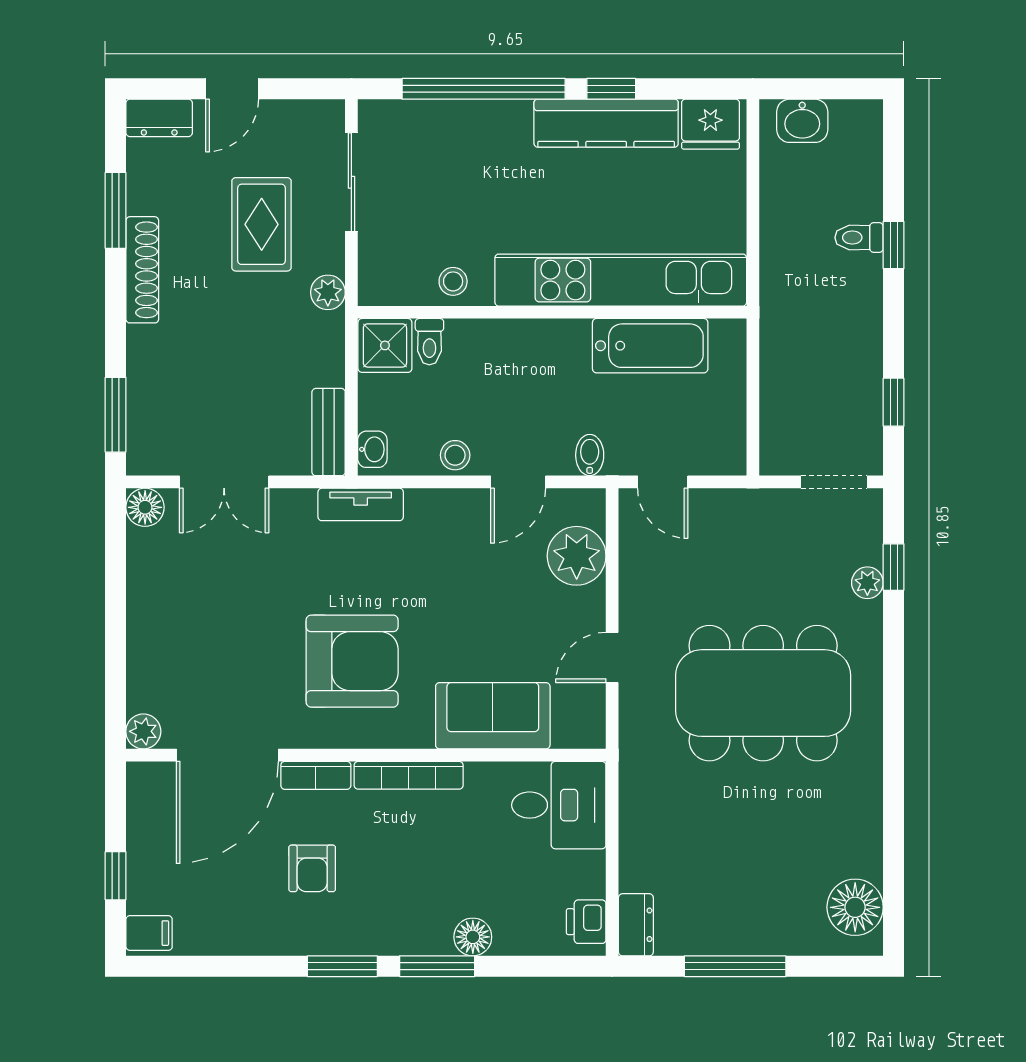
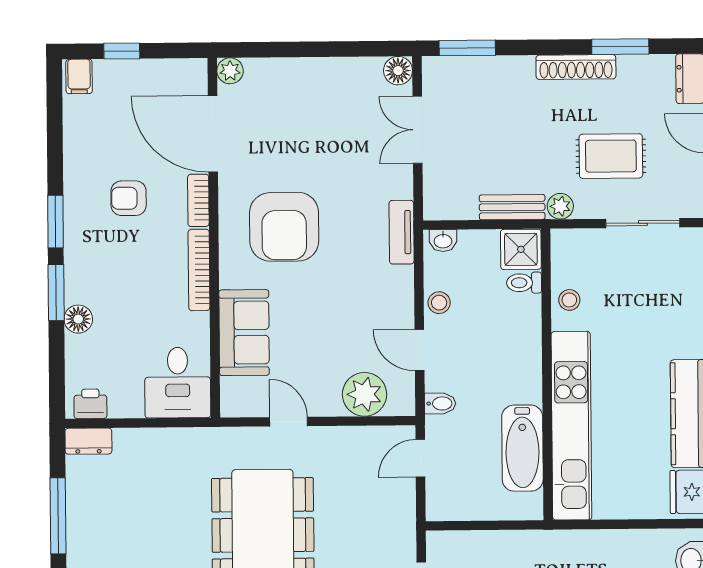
bench: (329, 432) -> (512, 207), moved

